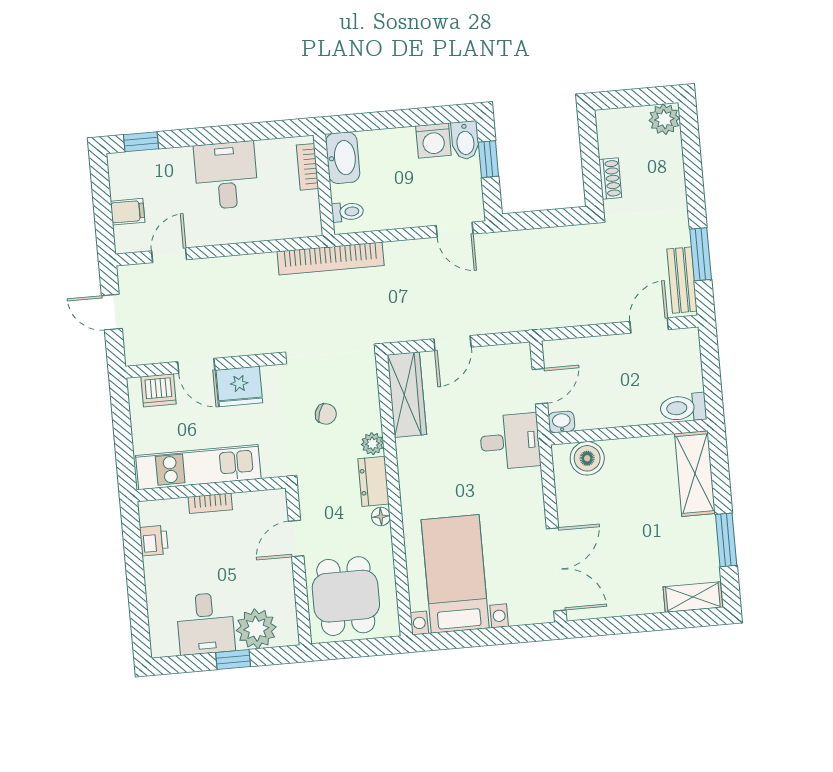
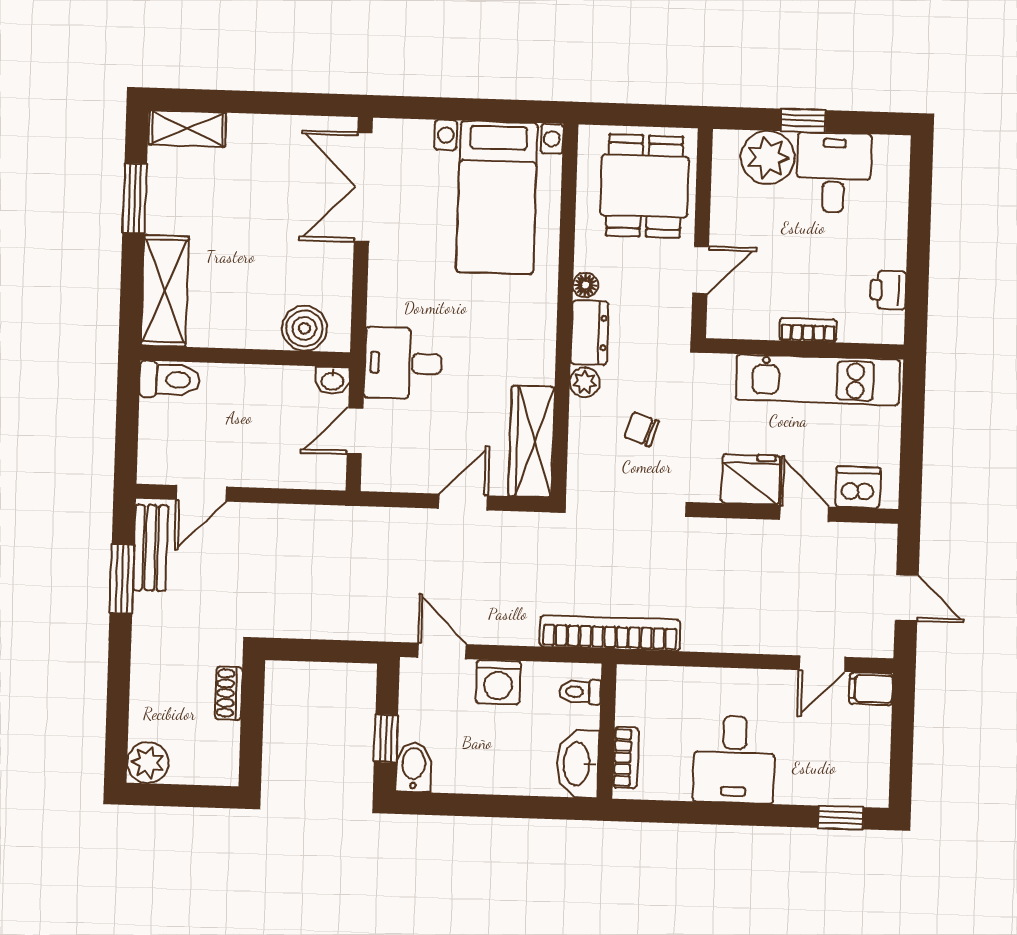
washing machine: (433, 141) -> (498, 682), moved, turned 180
filing cabinet: (128, 212) -> (871, 689), moved

